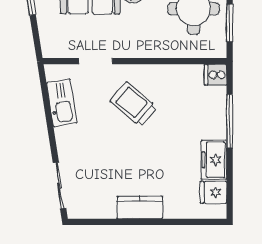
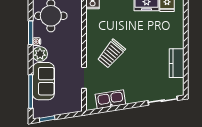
kitchen counter: (140, 207) -> (177, 63), moved

